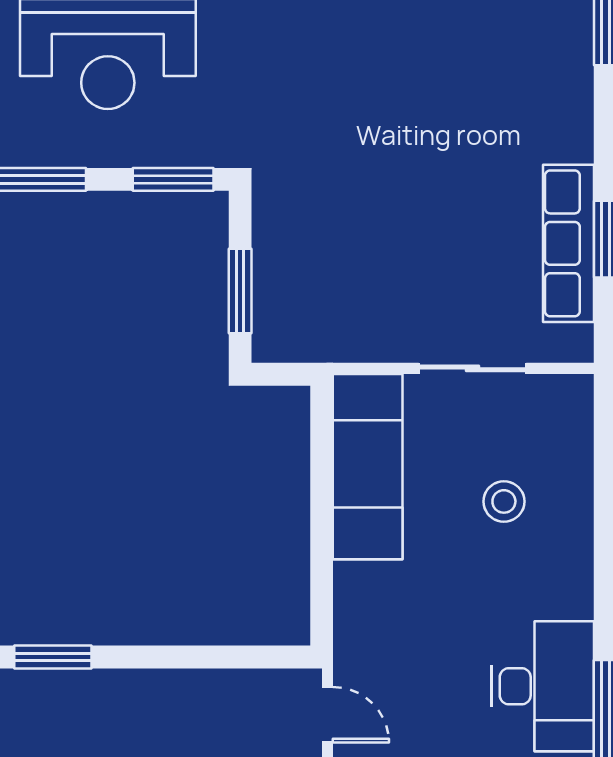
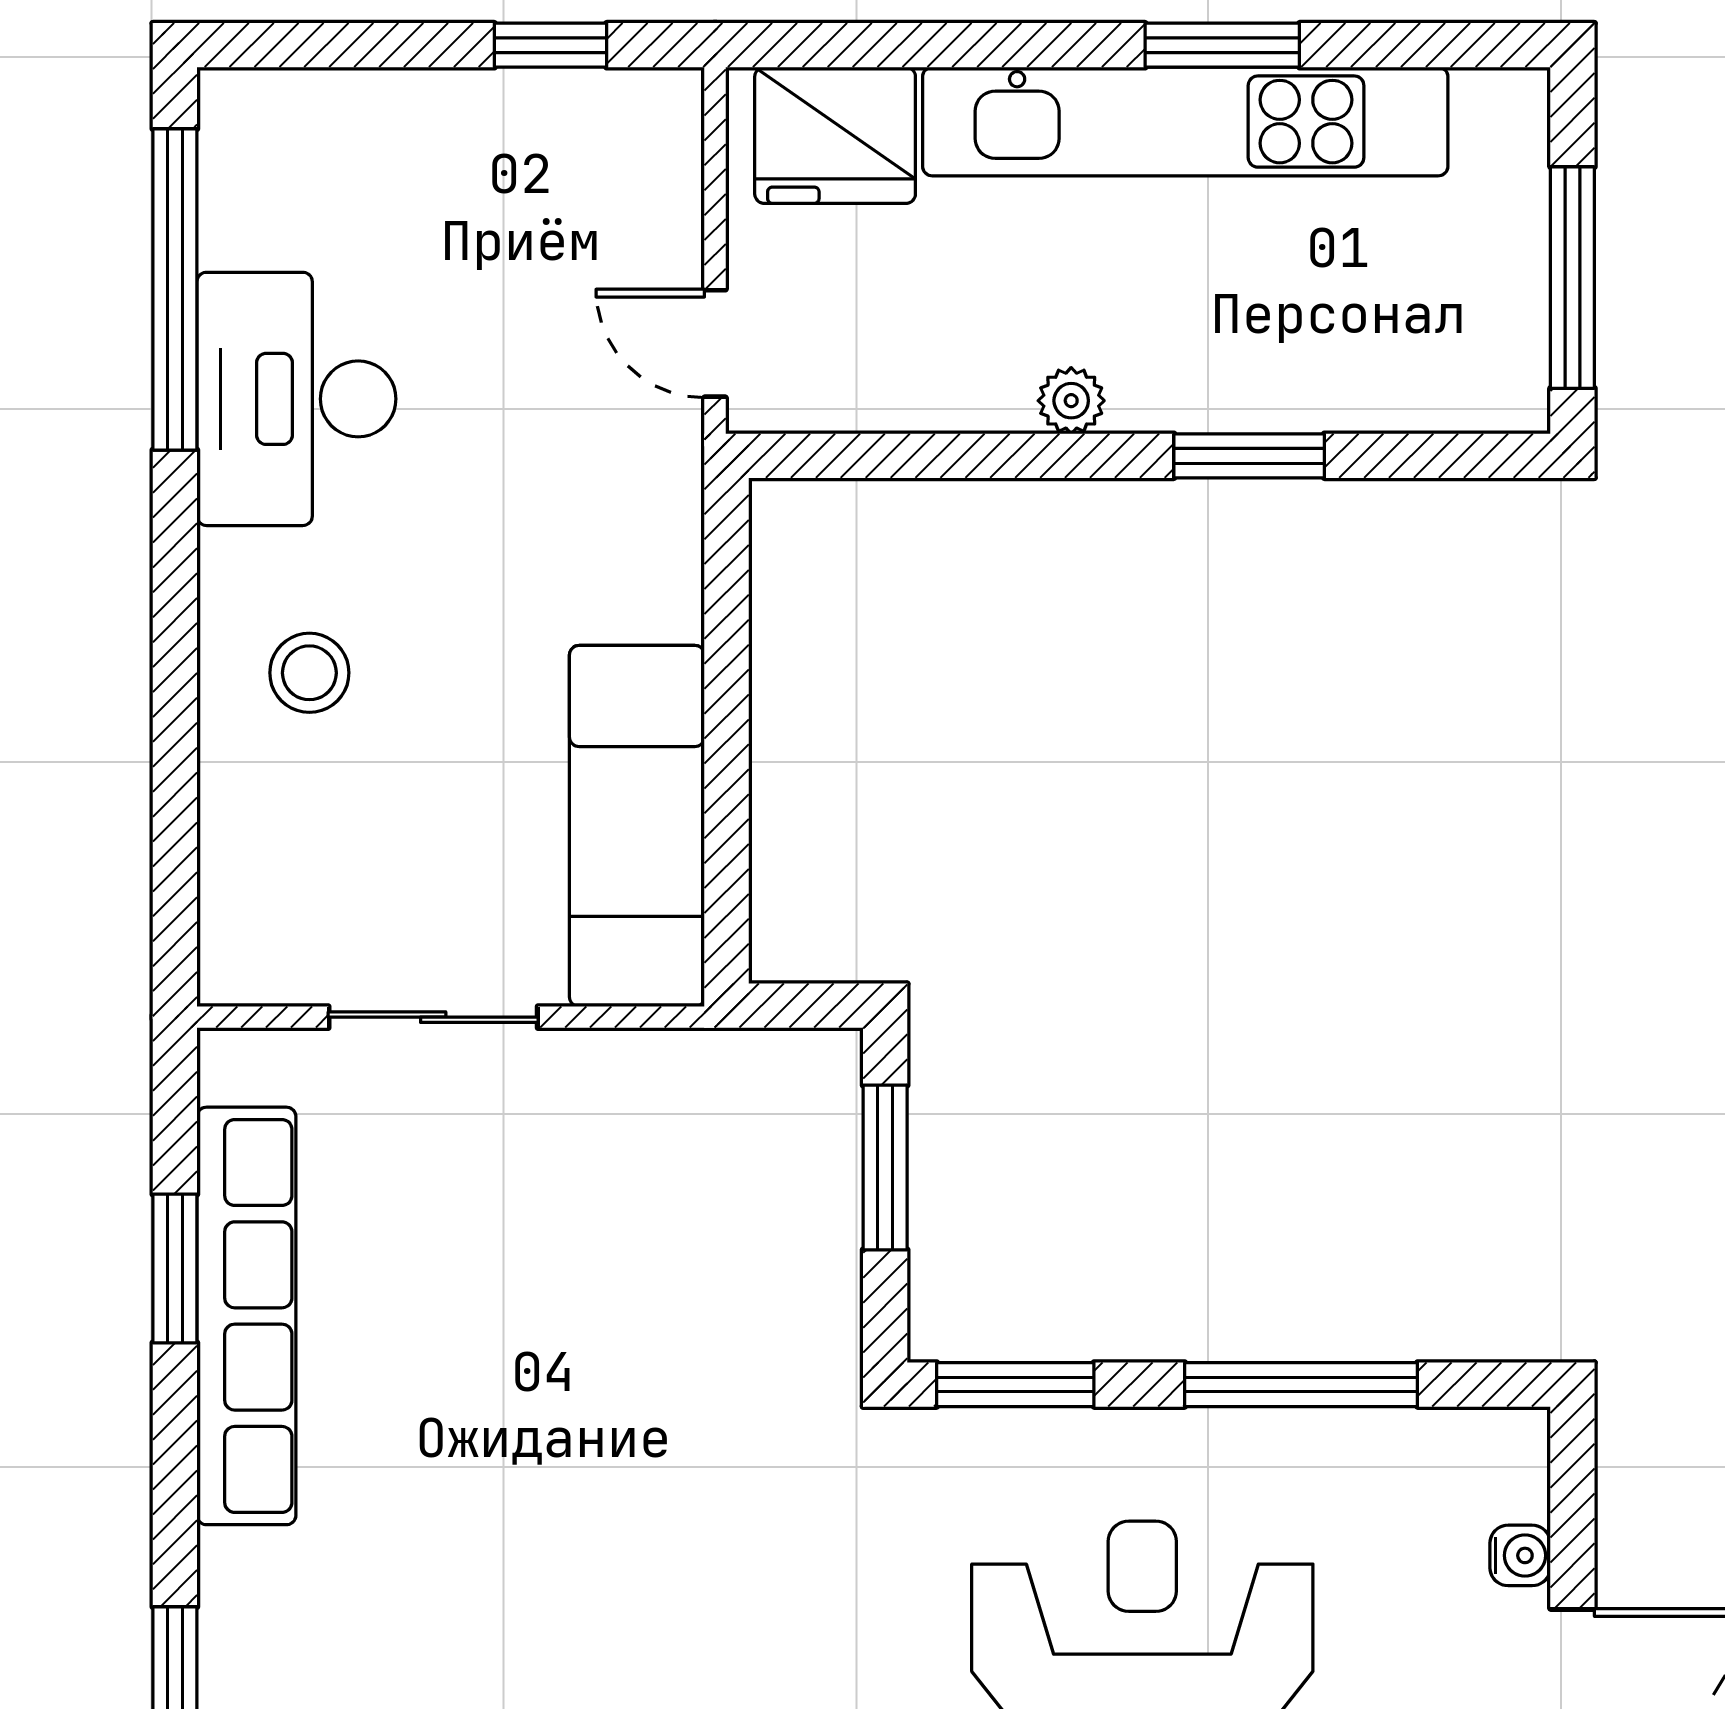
row of seats: (569, 243) -> (246, 1316), width x1.36
stool: (504, 501) -> (309, 673), moved
plant: (144, 685) -> (1071, 401), added

